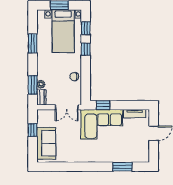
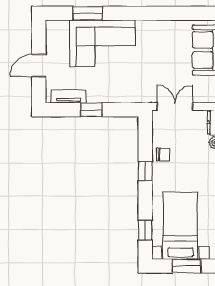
window: (86, 49) -> (145, 171), moved
window: (103, 105) -> (91, 110), moved
corner sofa: (102, 124) -> (103, 43), moved, turned 180

